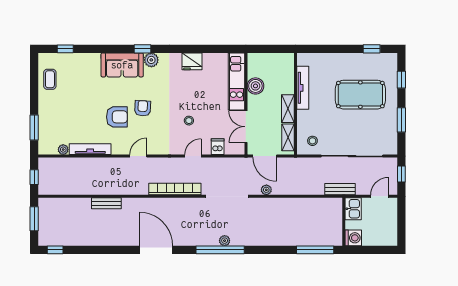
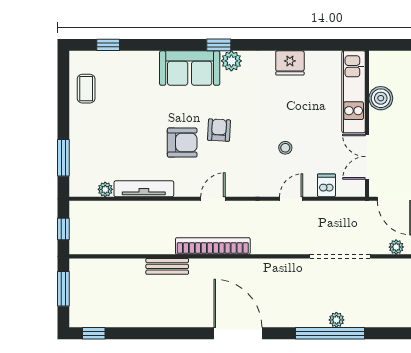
bookcase: (175, 189) -> (213, 246), moved

